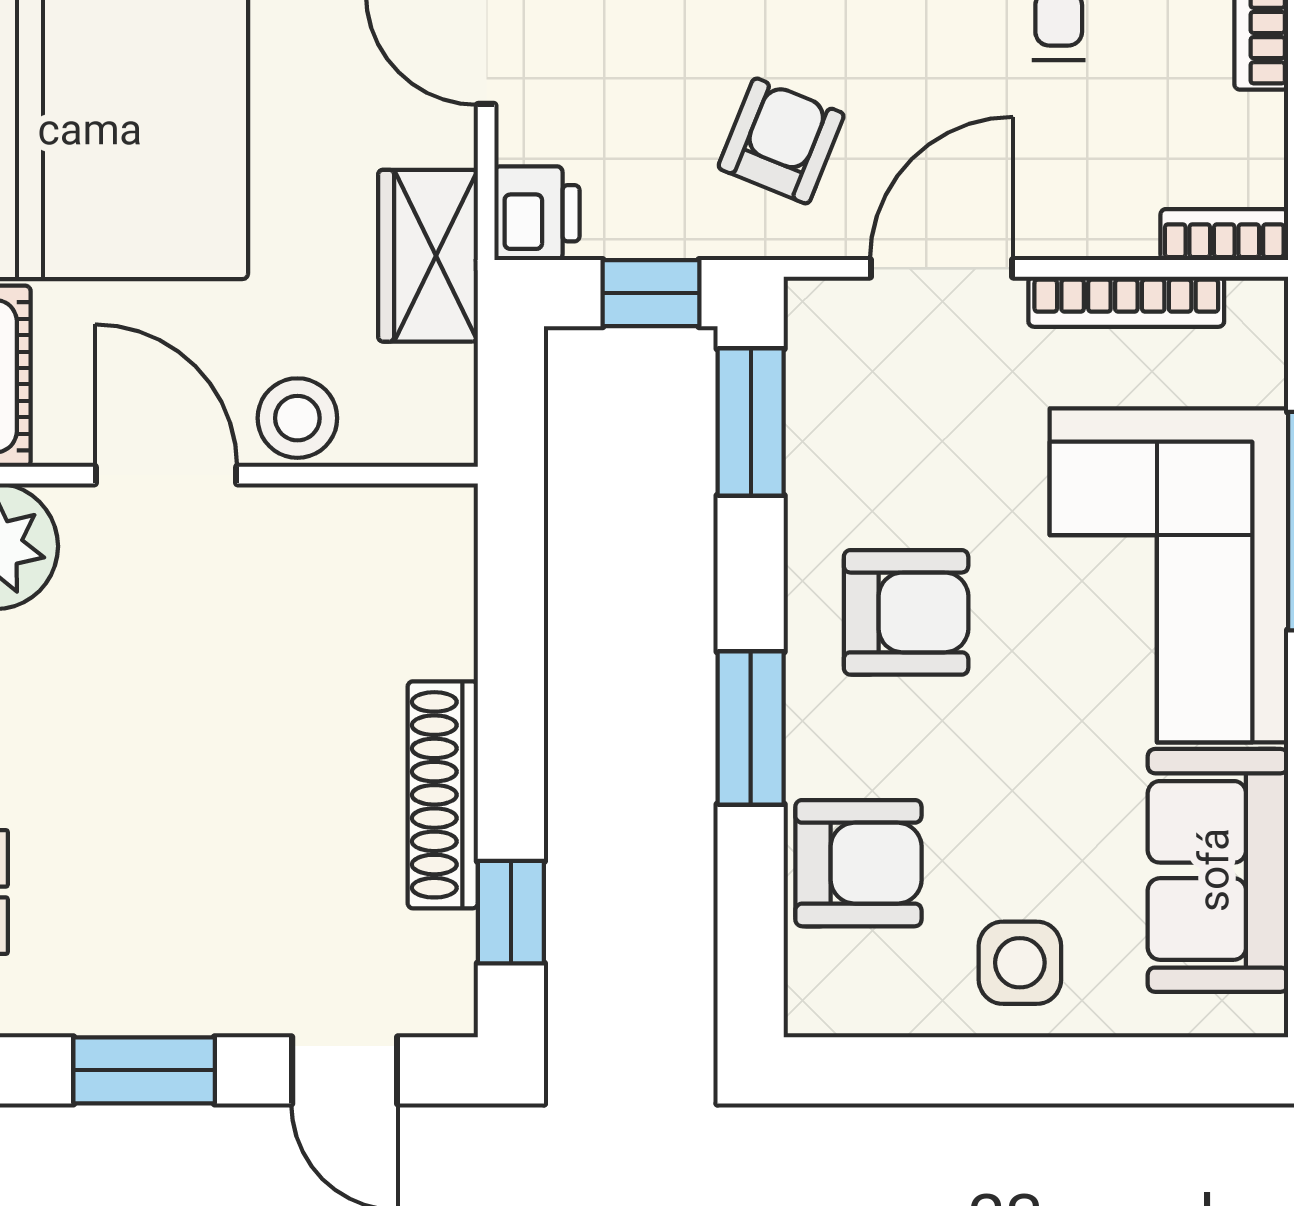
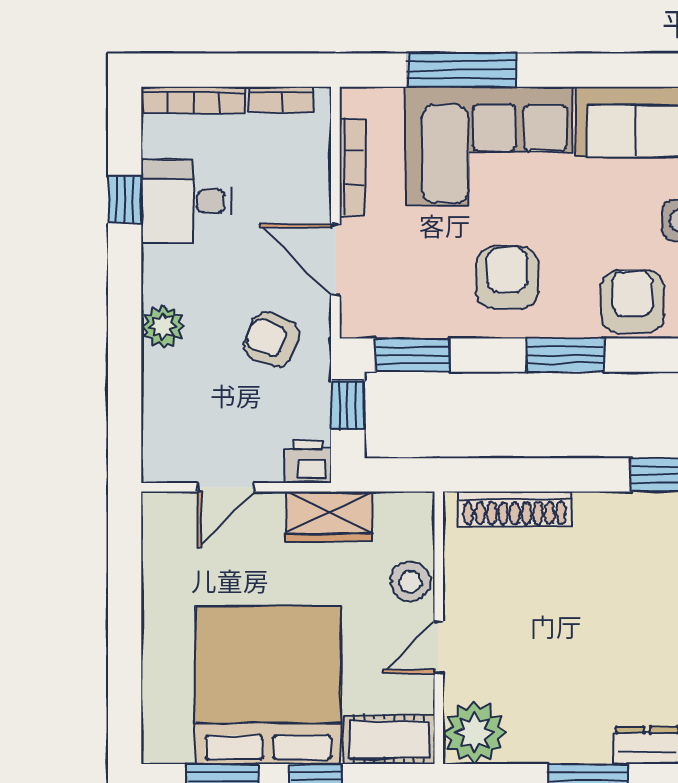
bookcase: (1224, 235) -> (281, 99), moved, turned -90
door: (166, 475) -> (439, 647), width x0.73
shoe rack: (443, 795) -> (515, 509), moved

